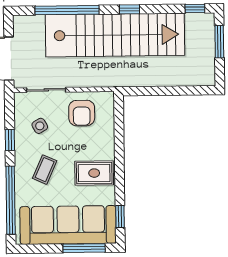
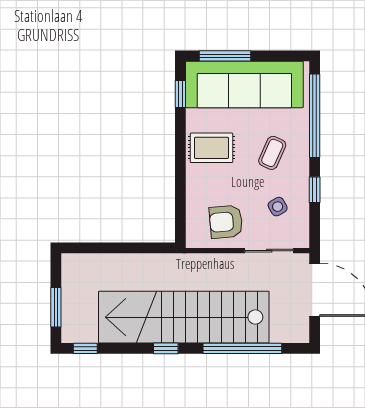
armchair: (82, 113) -> (226, 222), turned -95

